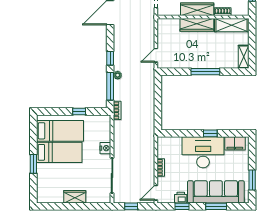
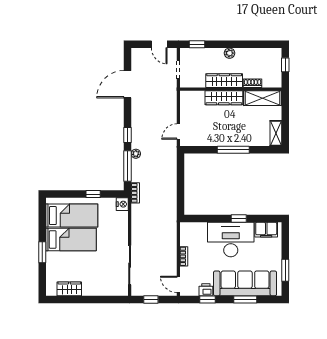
nightstand: (105, 148) -> (122, 204), moved
door: (156, 193) -> (178, 284), hinge flipped
wardrobe: (75, 197) -> (69, 289), moved

